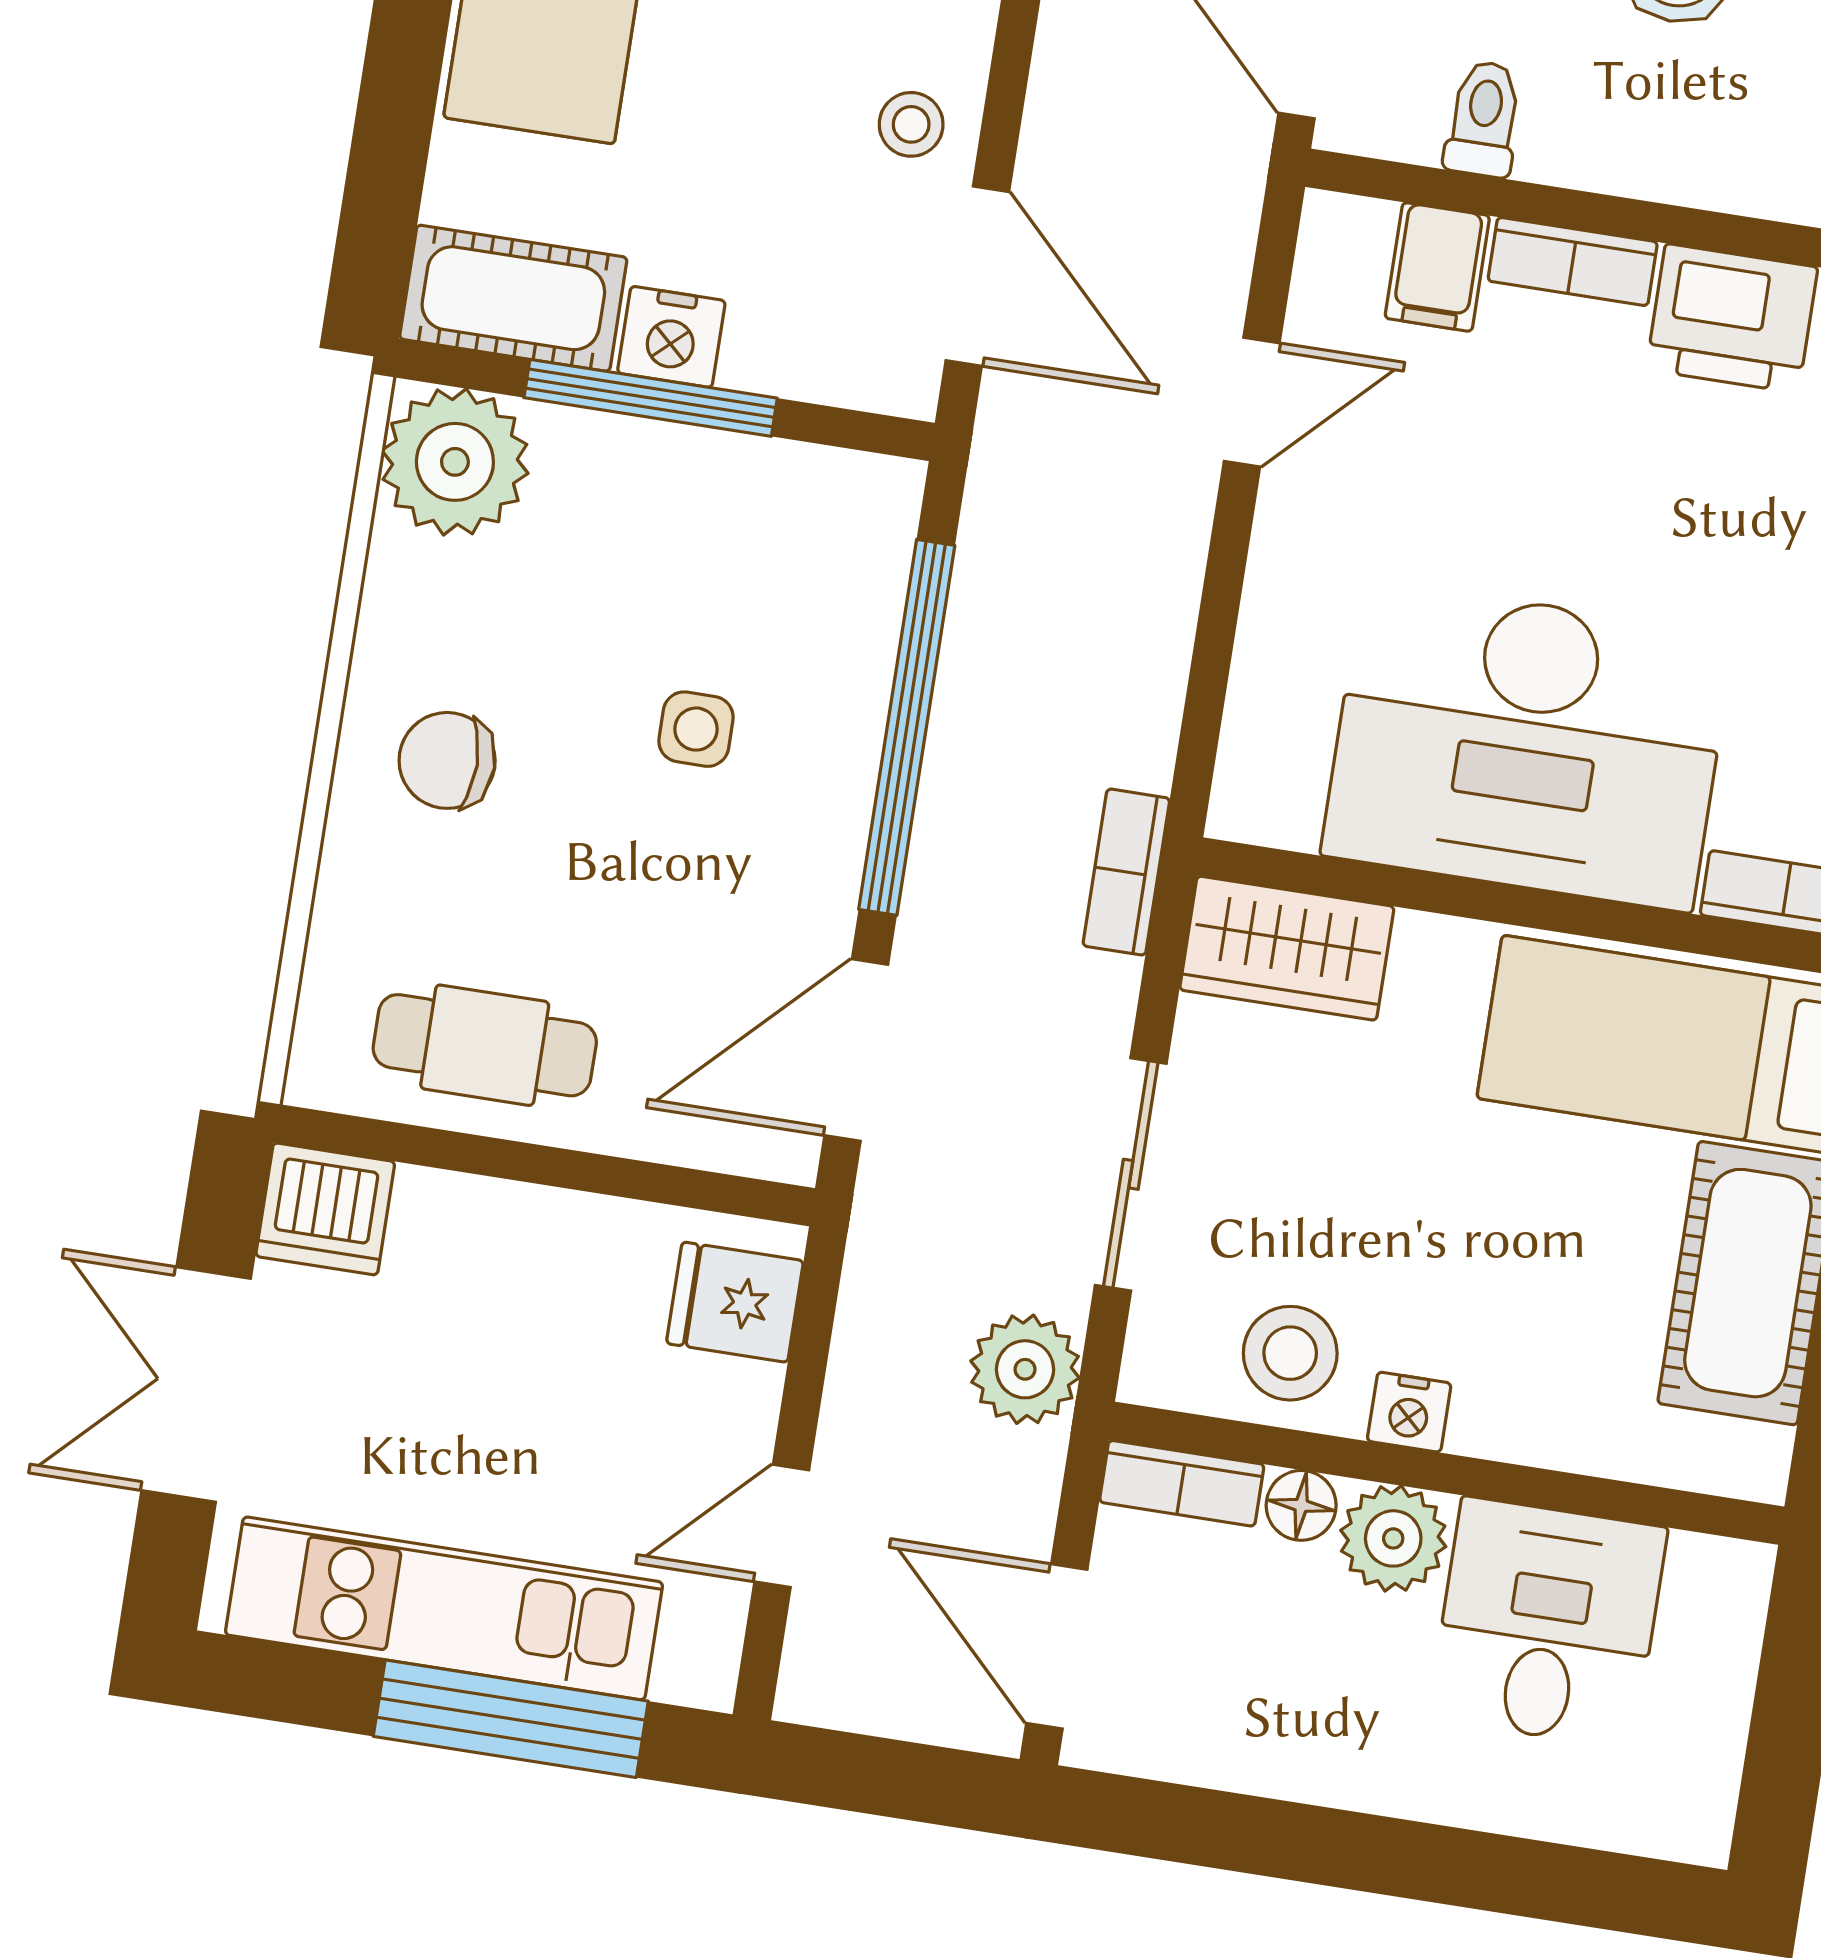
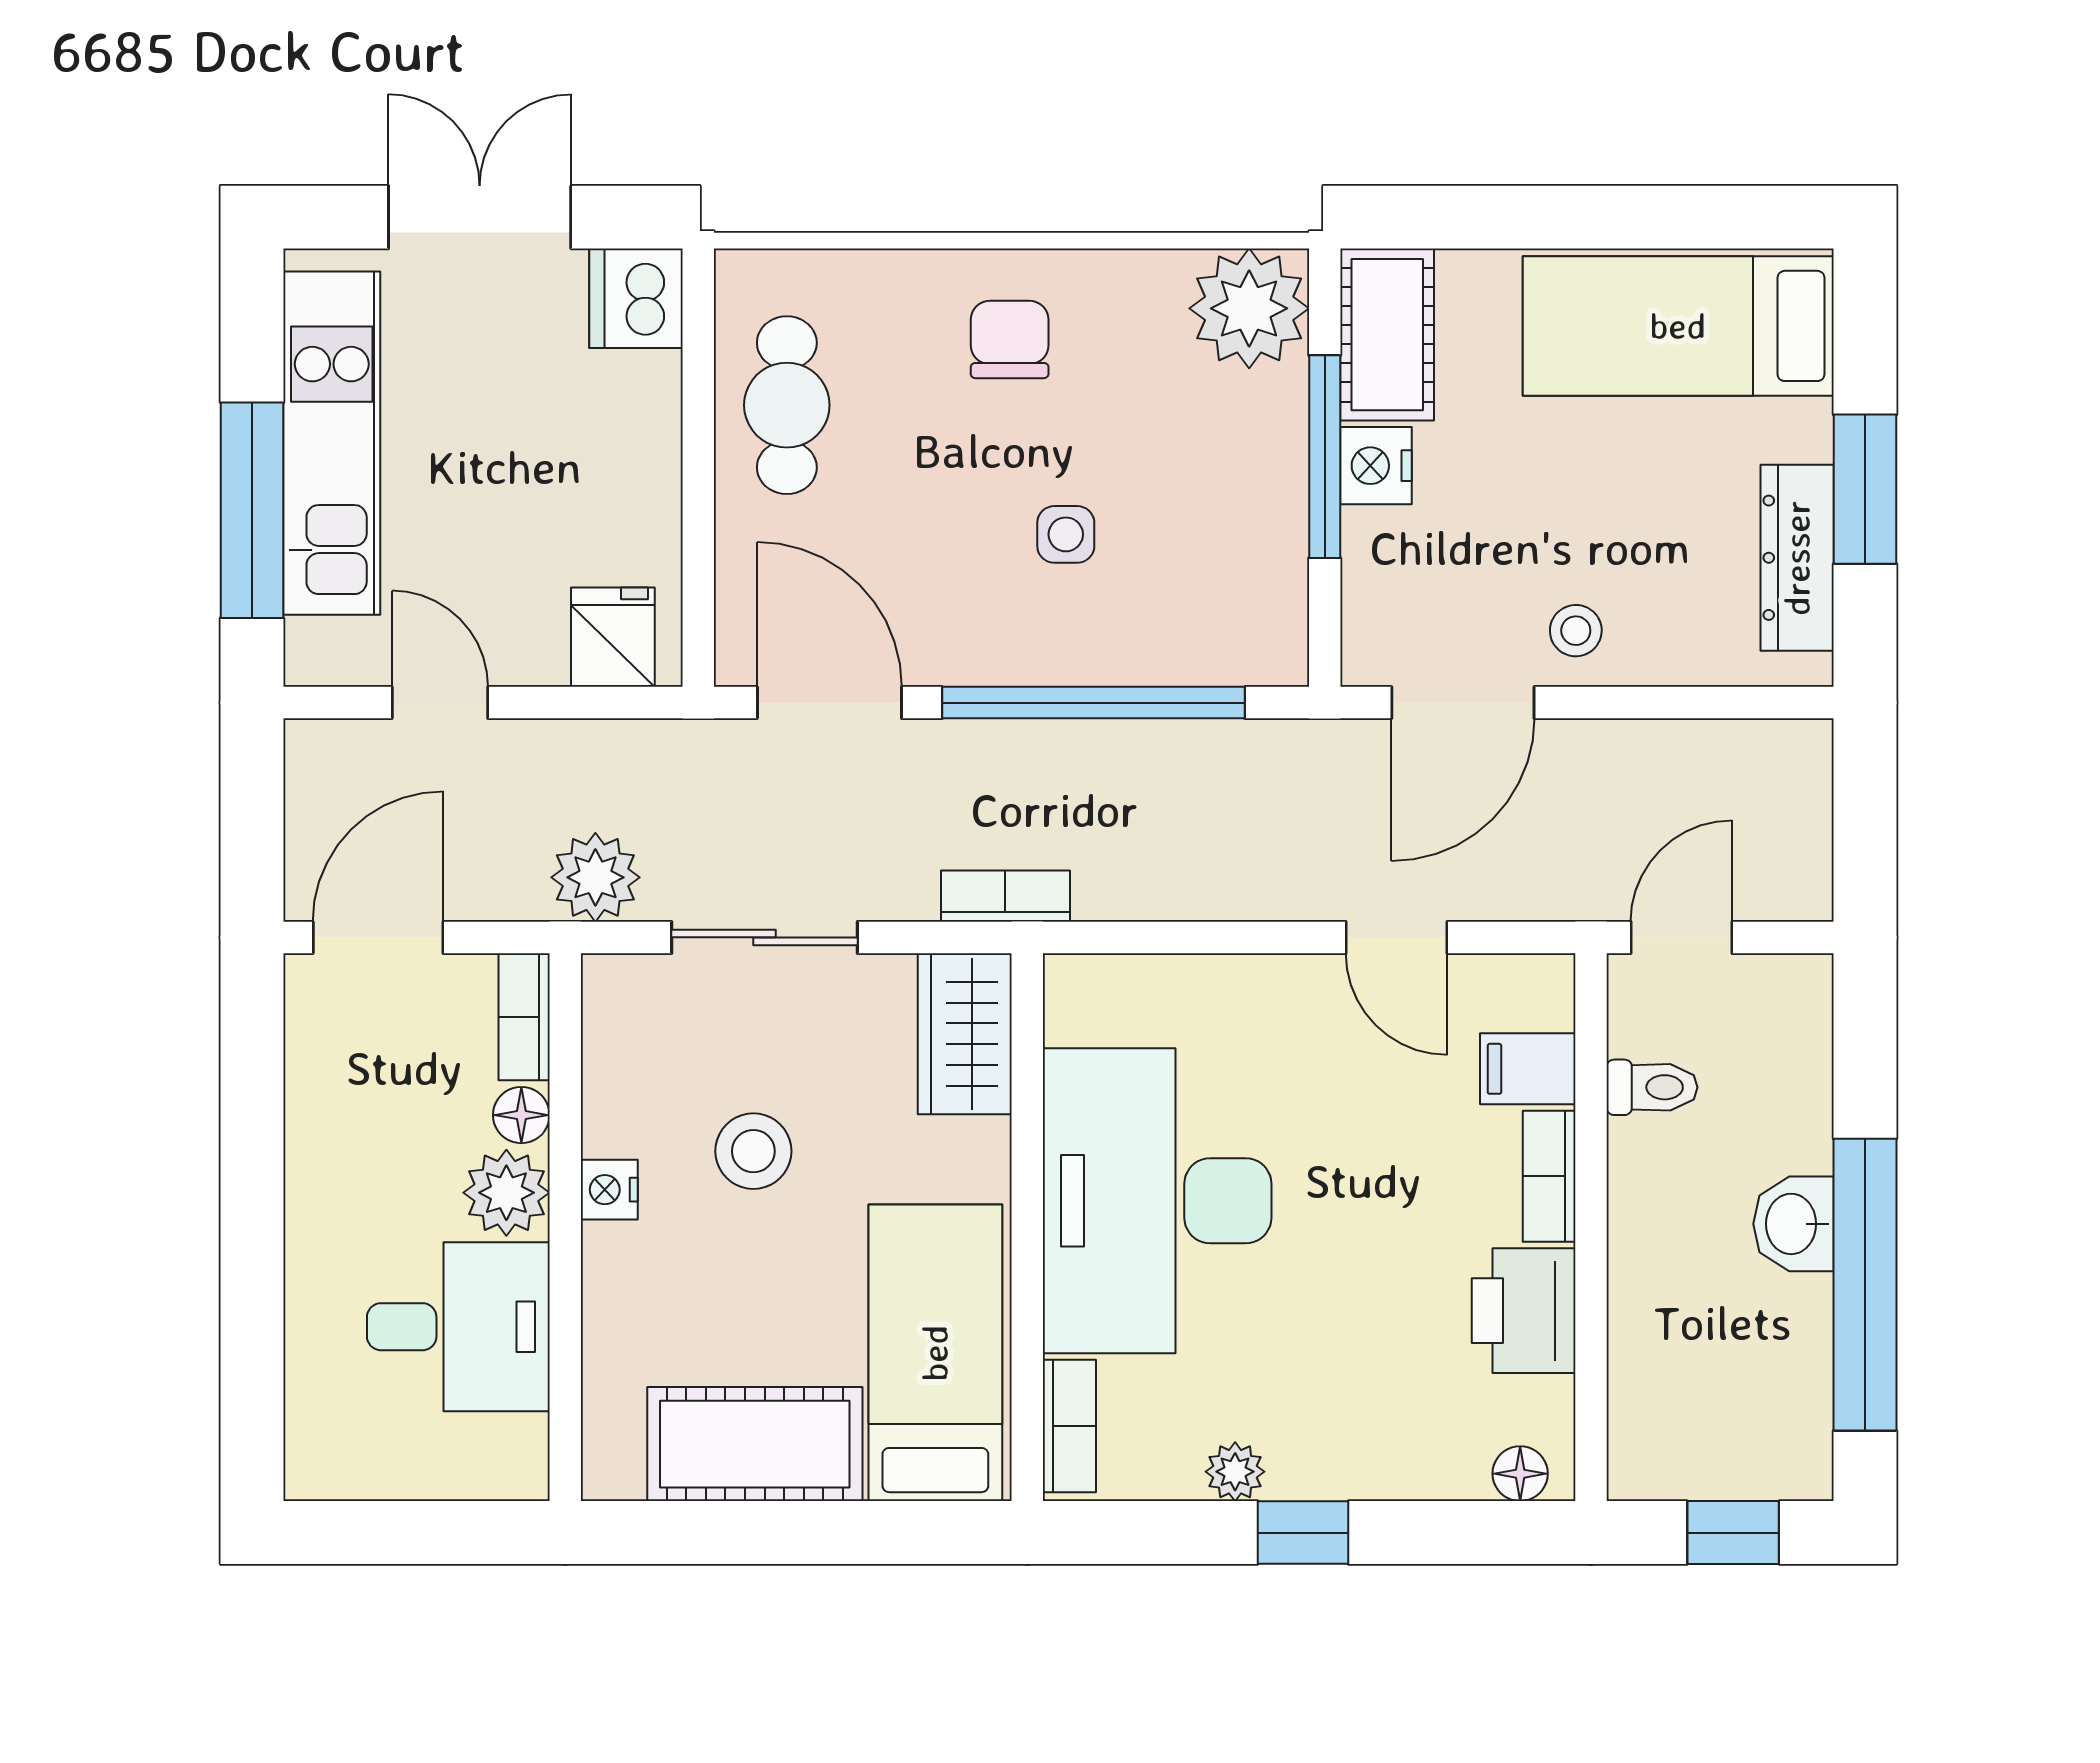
stool: (1290, 1353) -> (753, 1151), moved

